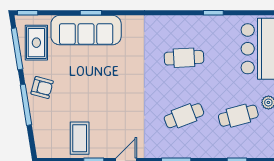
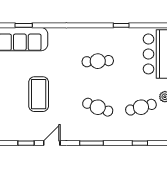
cafe table: (184, 116) -> (98, 107), turned 42
coffee table: (80, 138) -> (39, 94), moved, width x1.36, depth x1.32

